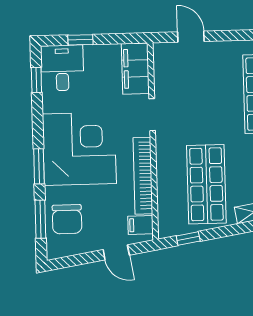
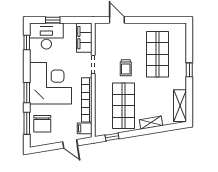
desk: (62, 68) -> (46, 36), width x1.37
trolley: (208, 119) -> (126, 68), added

